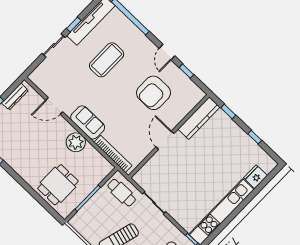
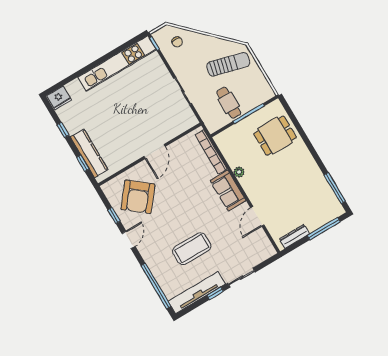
armchair: (154, 93) -> (138, 197), moved, turned 129
door: (54, 106) -> (257, 216), swing flipped
kitchen counter: (199, 118) -> (89, 153), moved, turned 90
plant: (76, 142) -> (239, 172), width x0.53, depth x0.53
fridge: (255, 177) -> (59, 98), moved
cafe table: (122, 193) -> (229, 103), moved

